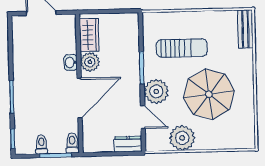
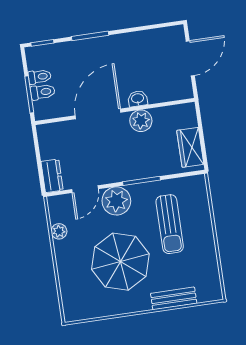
bench: (245, 29) -> (174, 298), moved
wardrobe: (89, 35) -> (190, 147), moved, turned 90
door: (80, 98) -> (98, 114), swing flipped
plant: (182, 138) -> (59, 231), width x0.53, depth x0.53
toilet: (72, 143) -> (43, 92), moved

